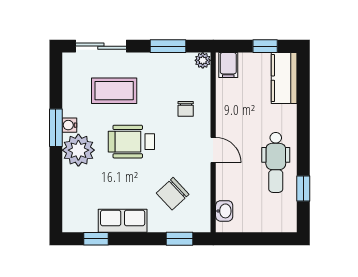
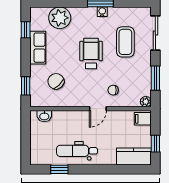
plant: (78, 150) -> (60, 18), moved
door: (213, 150) -> (98, 109), moved

